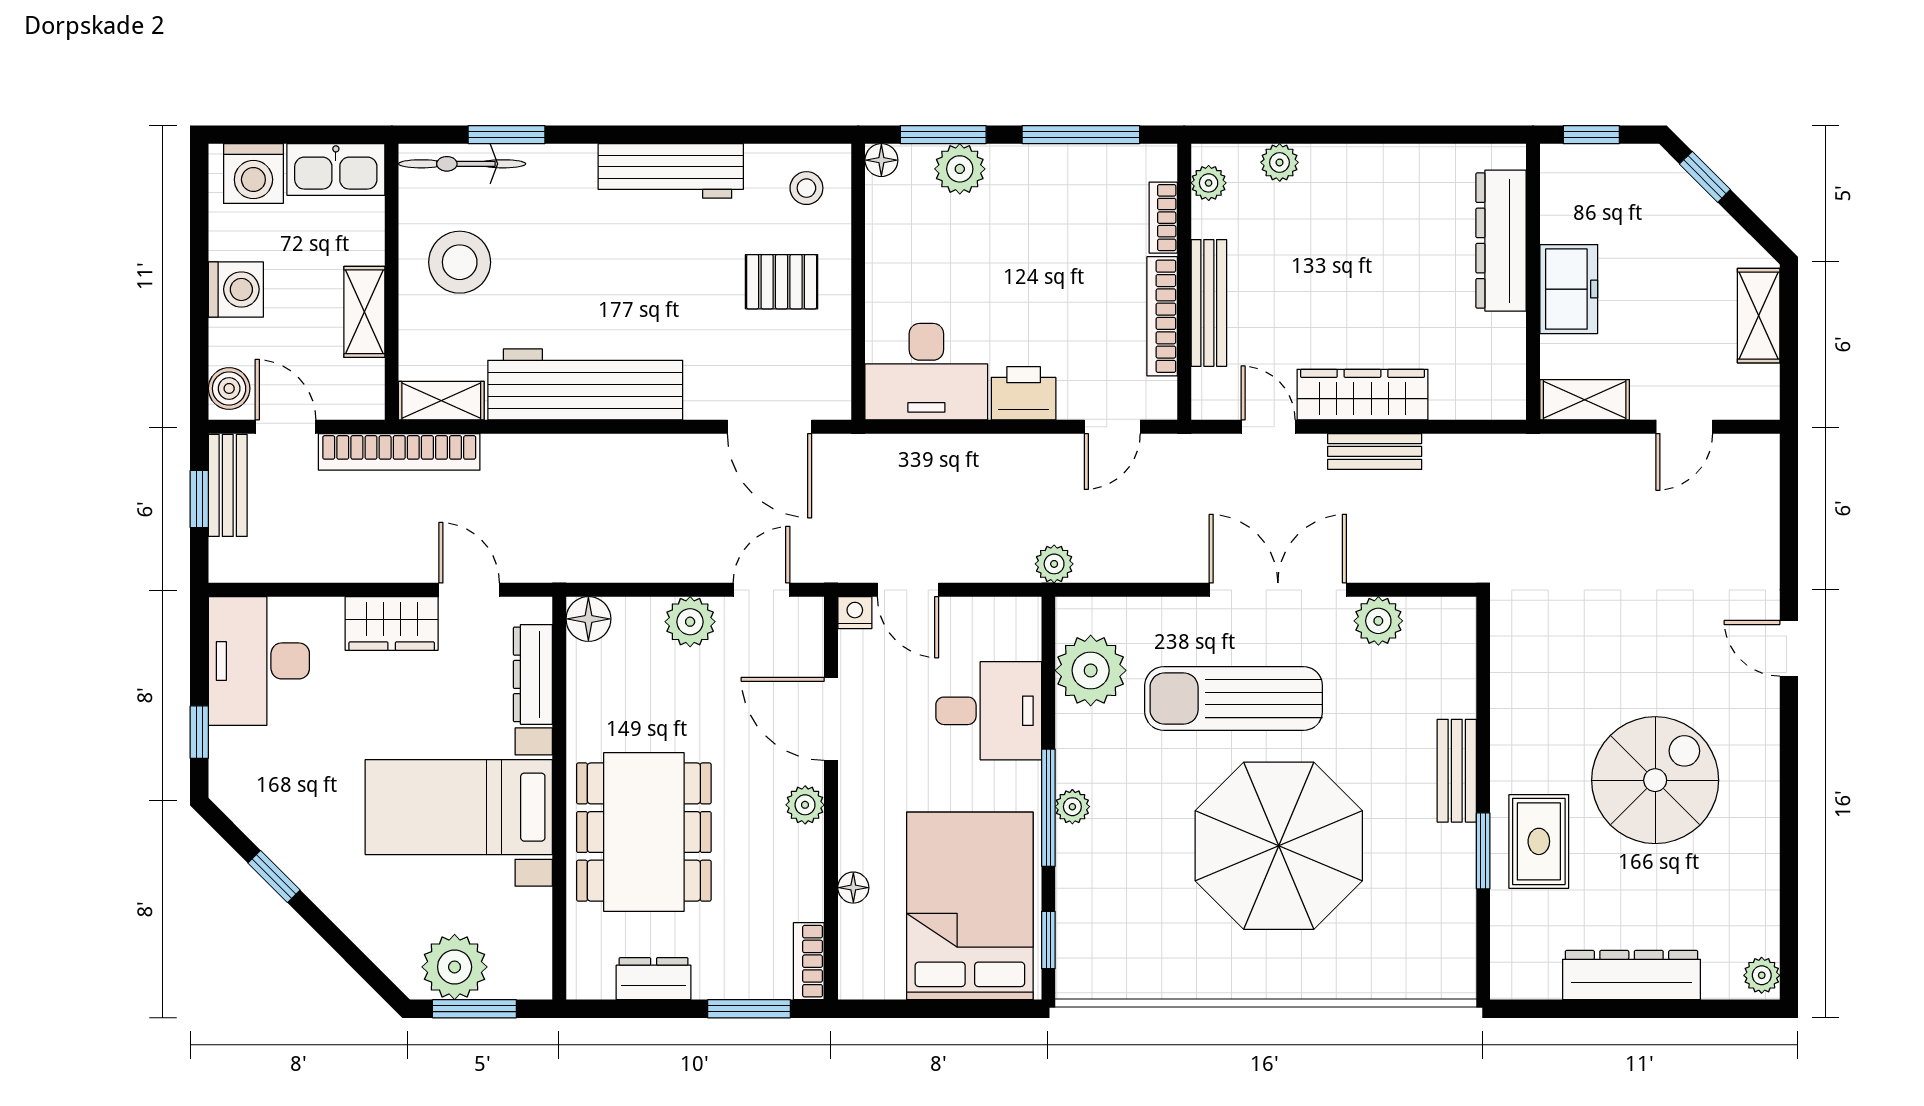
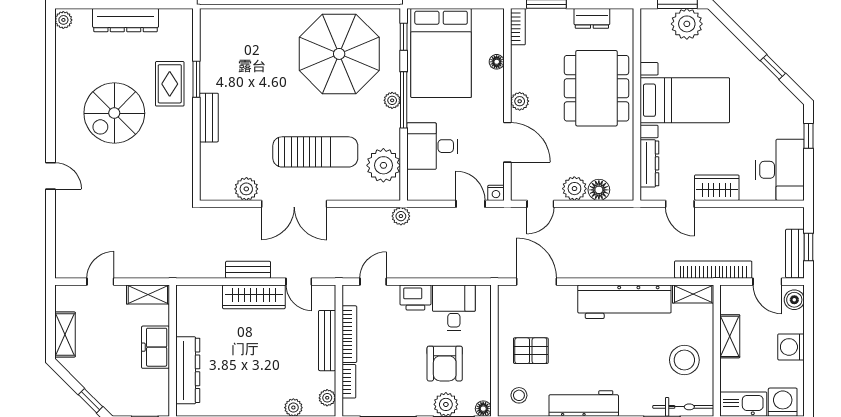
armchair: (962, 255) -> (445, 364), added
desk: (926, 372) -> (454, 308), width x0.73
floor lamp: (588, 619) -> (599, 190), moved
parasol: (1279, 846) -> (339, 54), moved

